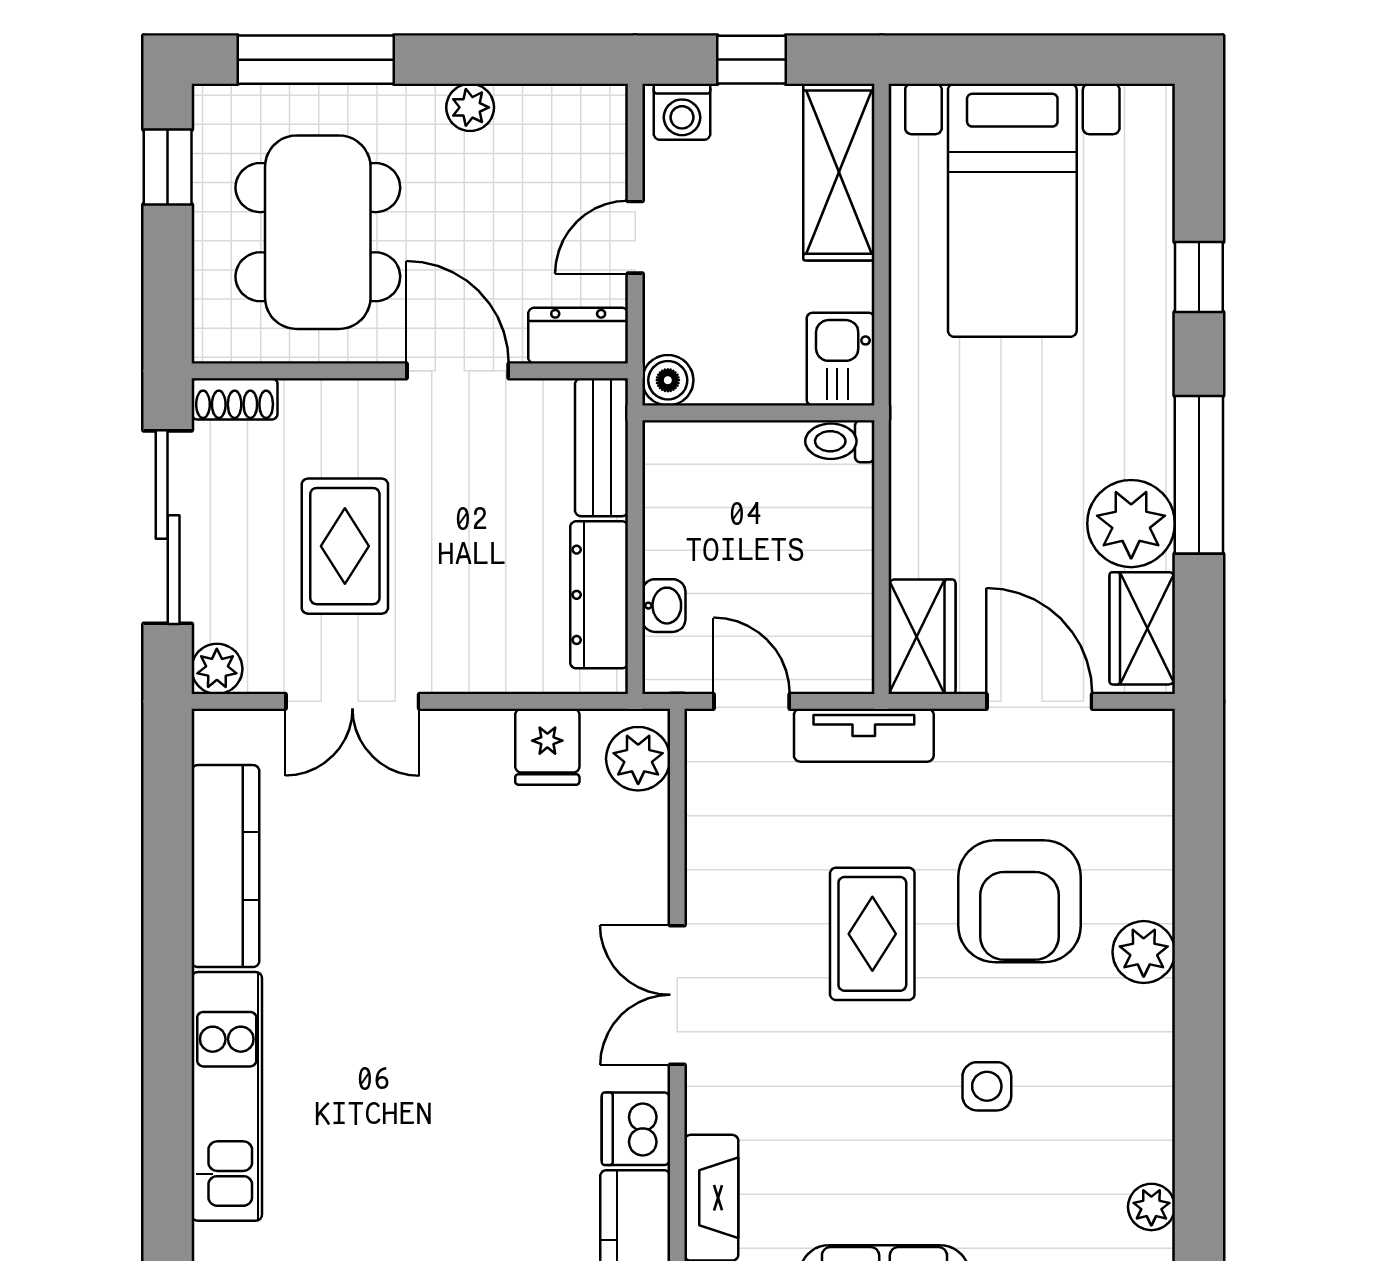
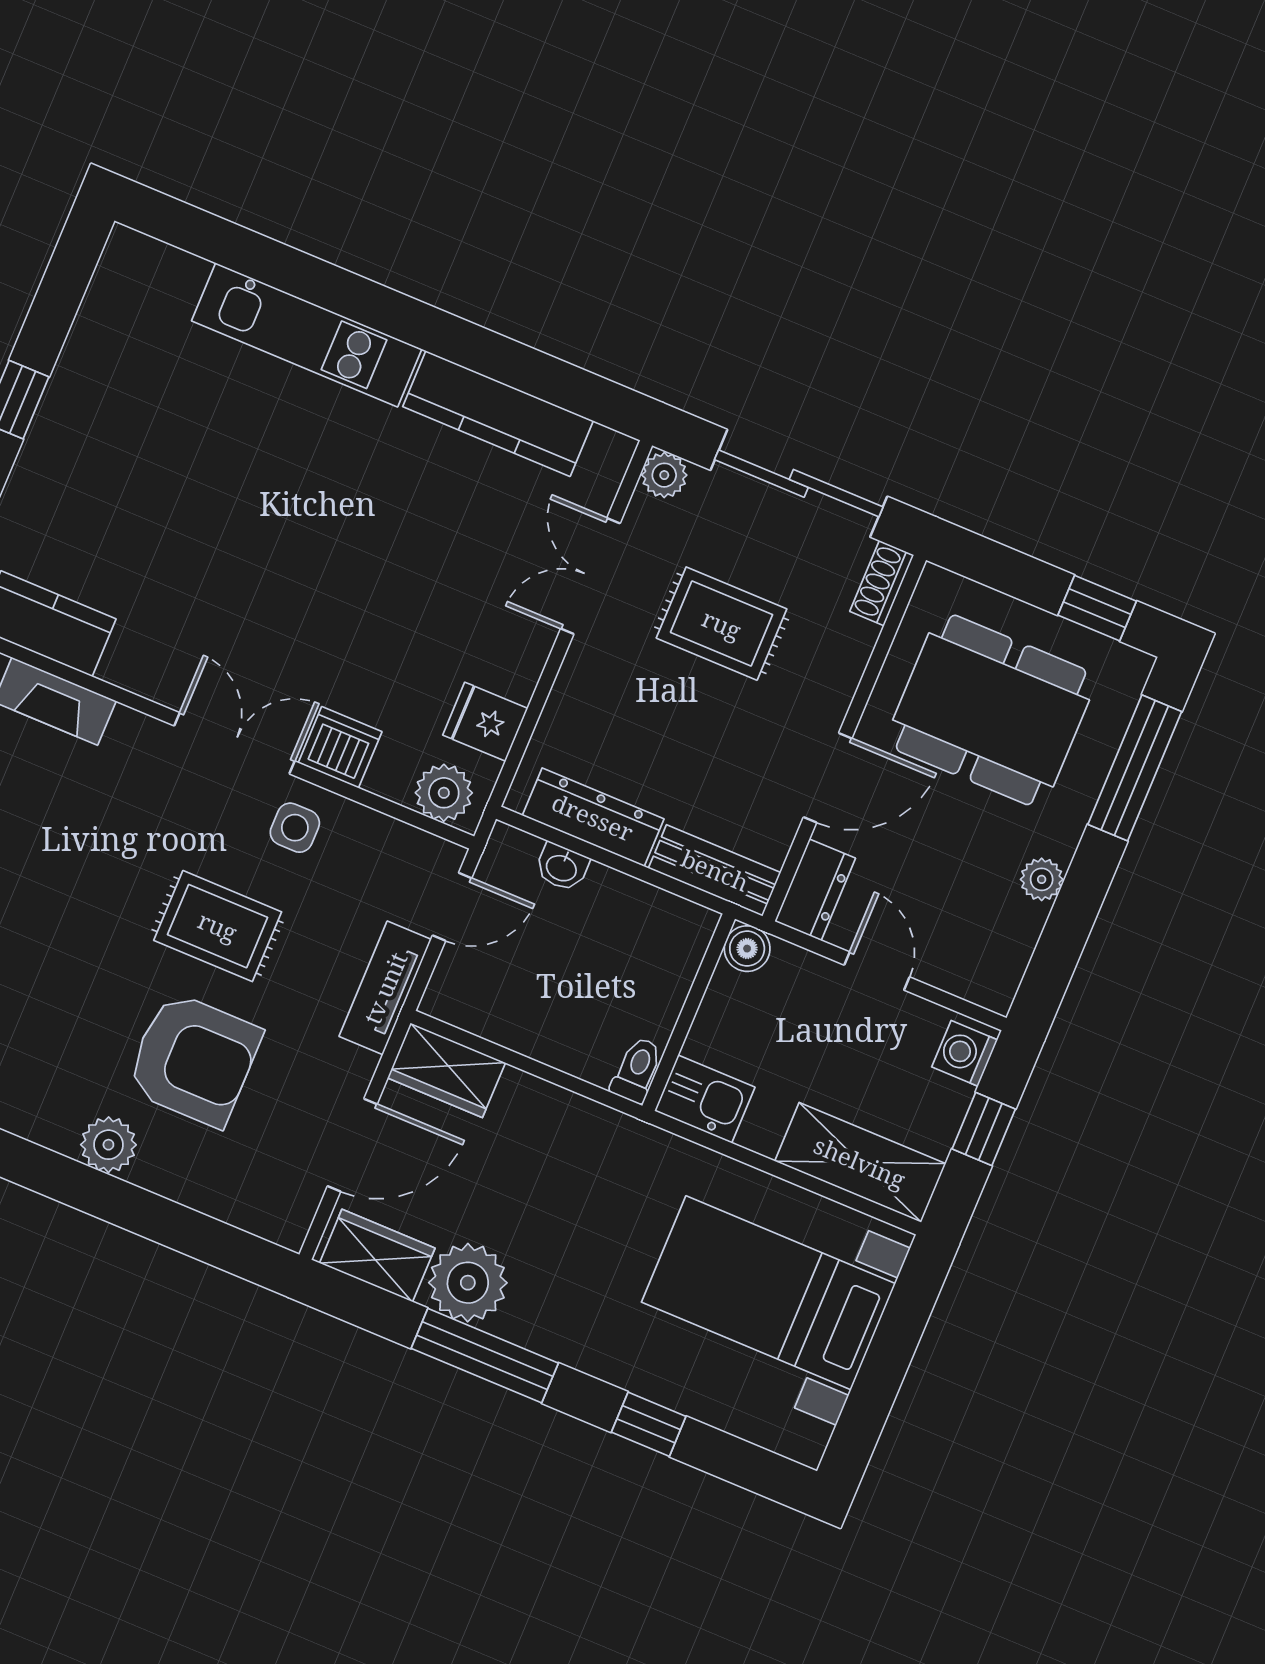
armchair: (1019, 901) -> (194, 1059), turned 180
side table: (987, 1086) -> (295, 828), moved
dishwasher: (636, 1129) -> (340, 747), moved

